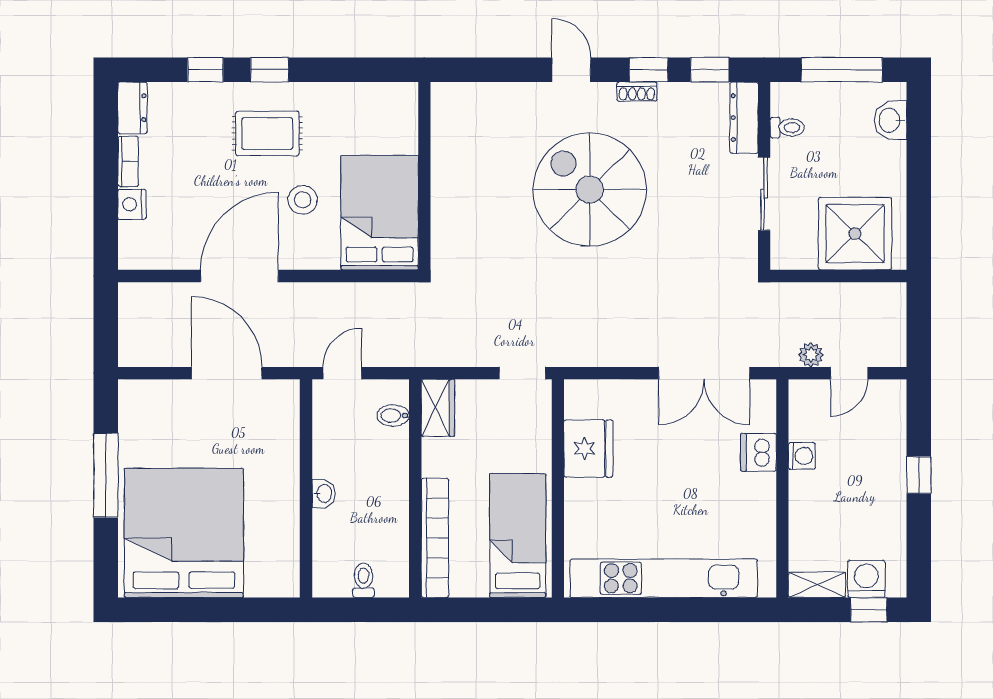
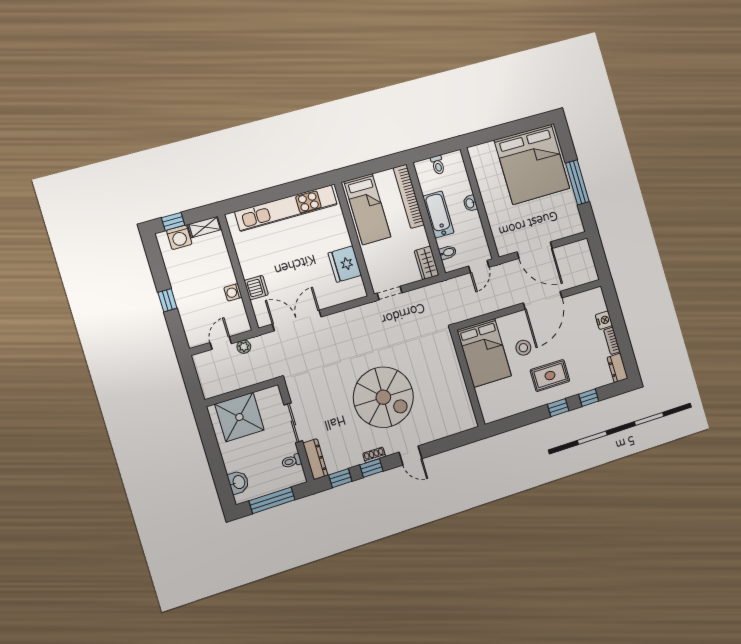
bathtub: (390, 490) -> (438, 215), added

